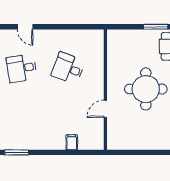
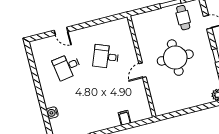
door: (105, 109) -> (142, 70), moved

